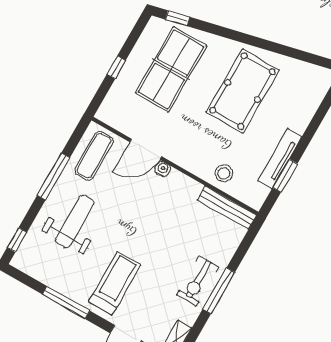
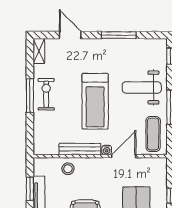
bench: (227, 208) -> (80, 149), moved
weight bench: (75, 221) -> (142, 87), turned 90
treadmill: (115, 283) -> (95, 101), moved, width x1.37, depth x1.38

